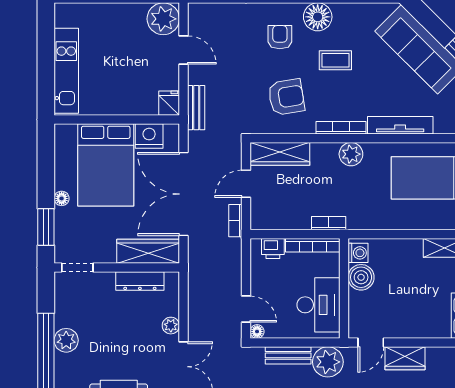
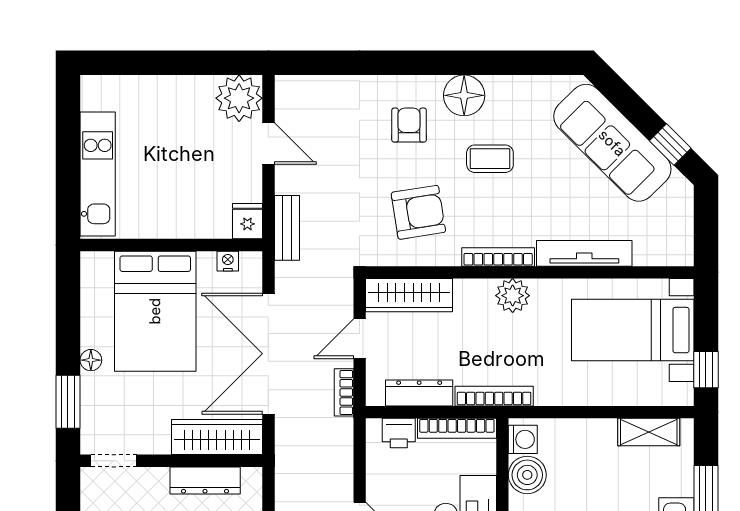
nightstand: (149, 136) -> (228, 261), width x0.53, depth x0.56
dresser: (287, 221) -> (419, 393), added
bookcase: (329, 223) -> (494, 396), width x1.56

